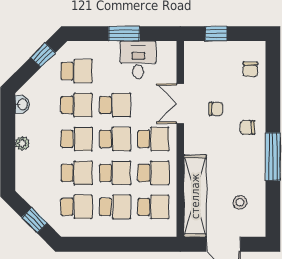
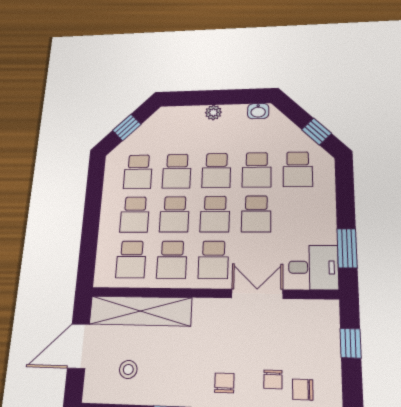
window: (124, 34) -> (347, 248), moved
desk: (138, 60) -> (313, 267), moved
chair: (216, 109) -> (273, 379), moved

